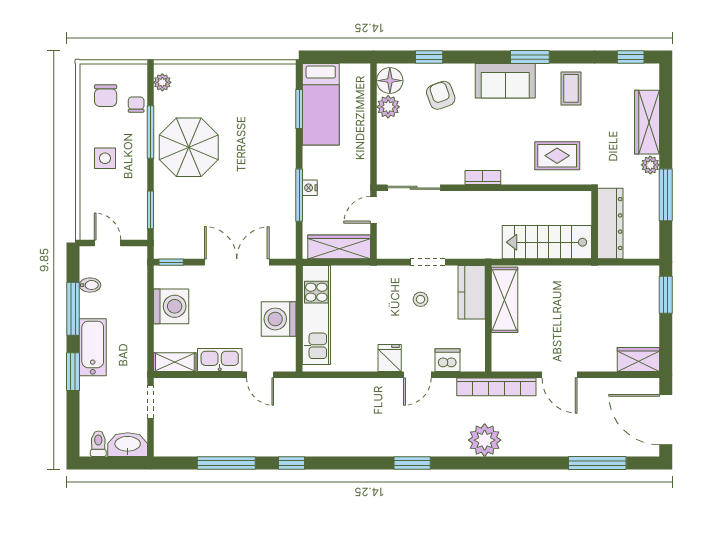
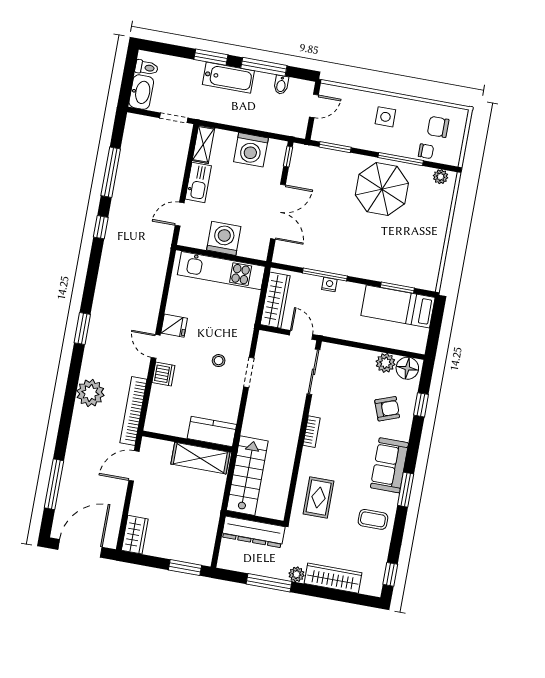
kitchen counter: (472, 292) -> (212, 432), moved
shelving: (505, 300) -> (200, 458), moved
wall: (488, 318) -> (187, 441), moved

